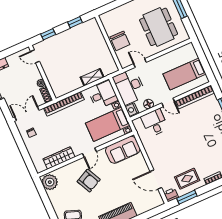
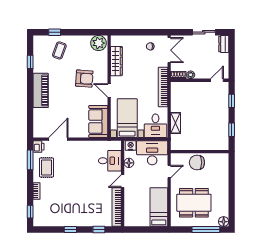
bed: (185, 74) -> (159, 207), moved
armchair: (89, 181) -> (84, 79), turned -150

